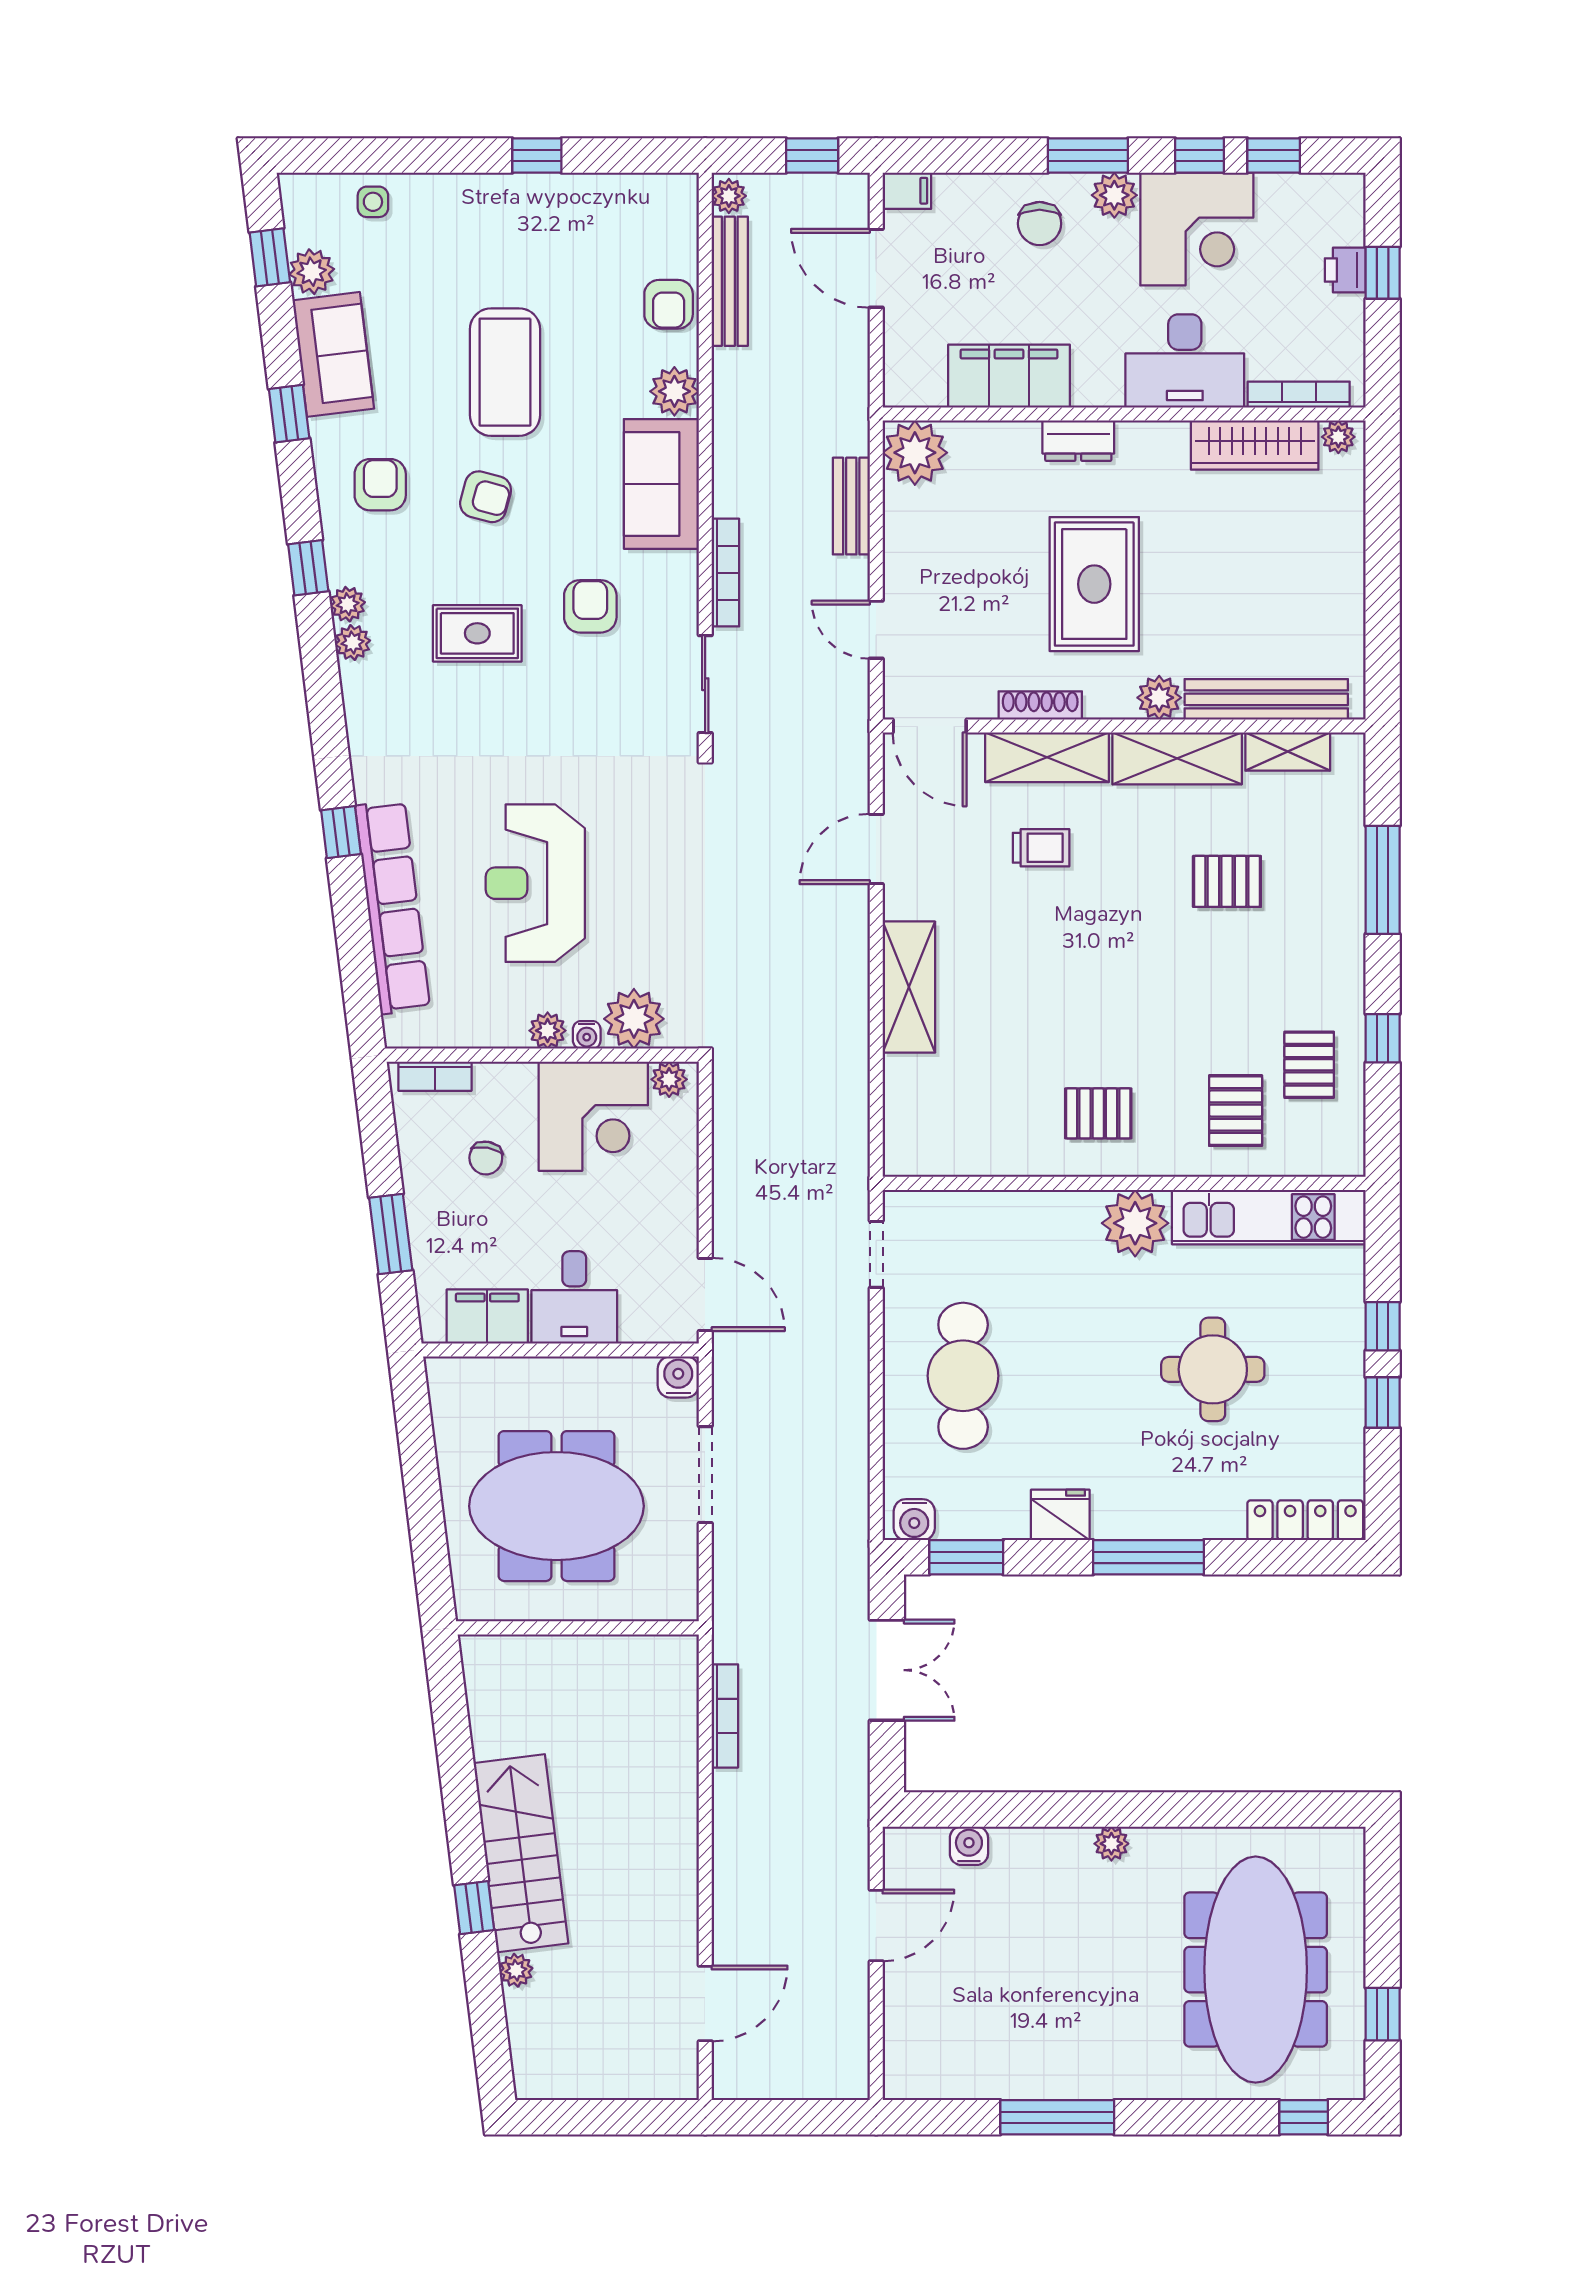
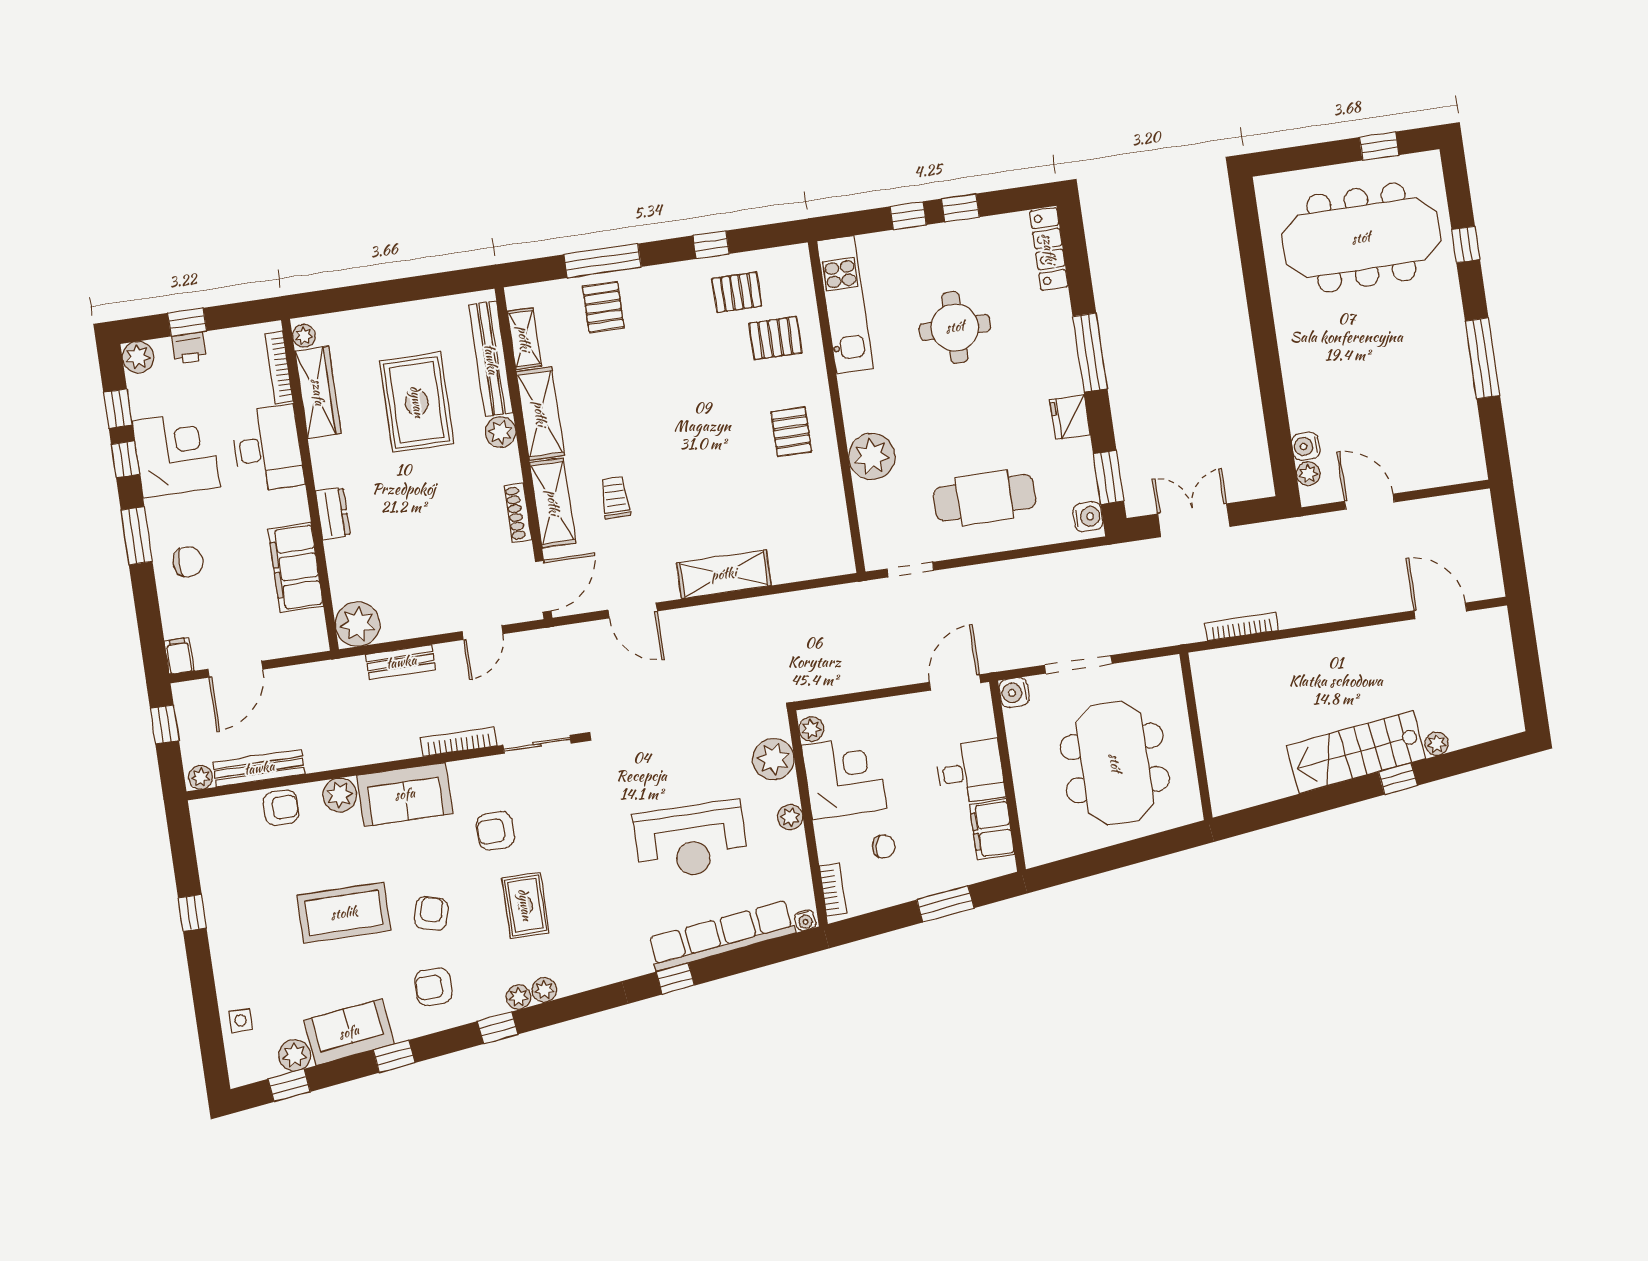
plant: (1114, 195) -> (138, 357), moved
rug: (1094, 584) -> (417, 402), moved, turned 90
pallet: (1227, 881) -> (603, 307), moved
water cooler: (587, 1035) -> (805, 920), moved, turned 83
plant: (1135, 1223) -> (872, 456), moved
plant: (1111, 1844) -> (1308, 474), moved
window: (1304, 2117) -> (1466, 244), moved

